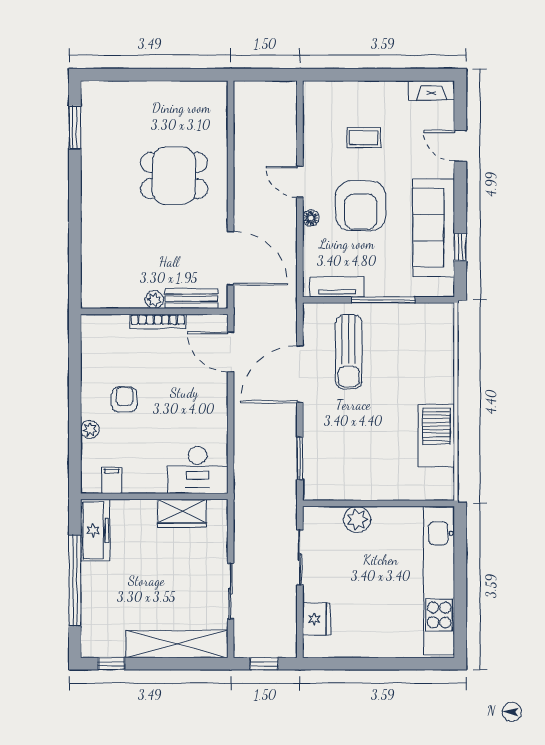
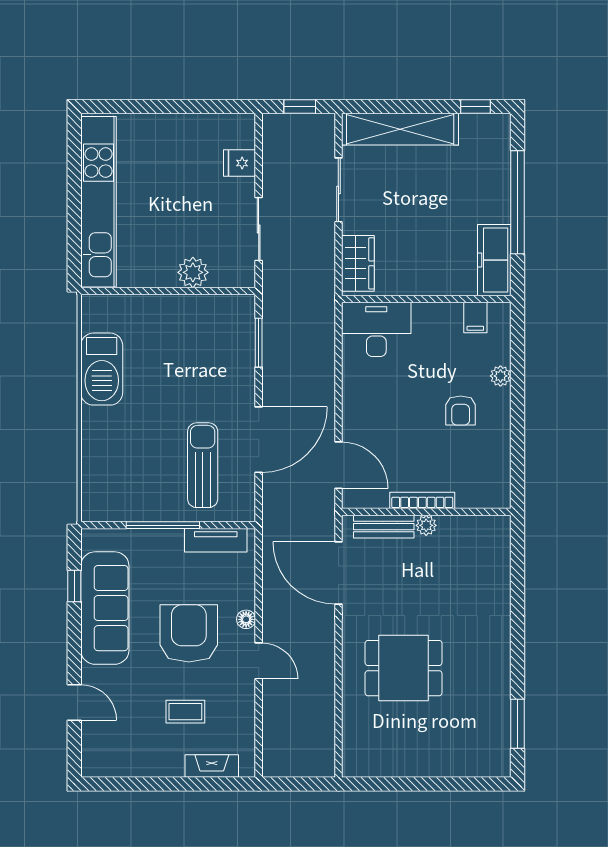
fireplace: (431, 90) -> (212, 766), moved
wardrobe: (182, 513) -> (358, 263), moved, turned 90
fridge: (317, 619) -> (240, 163), width x0.72

